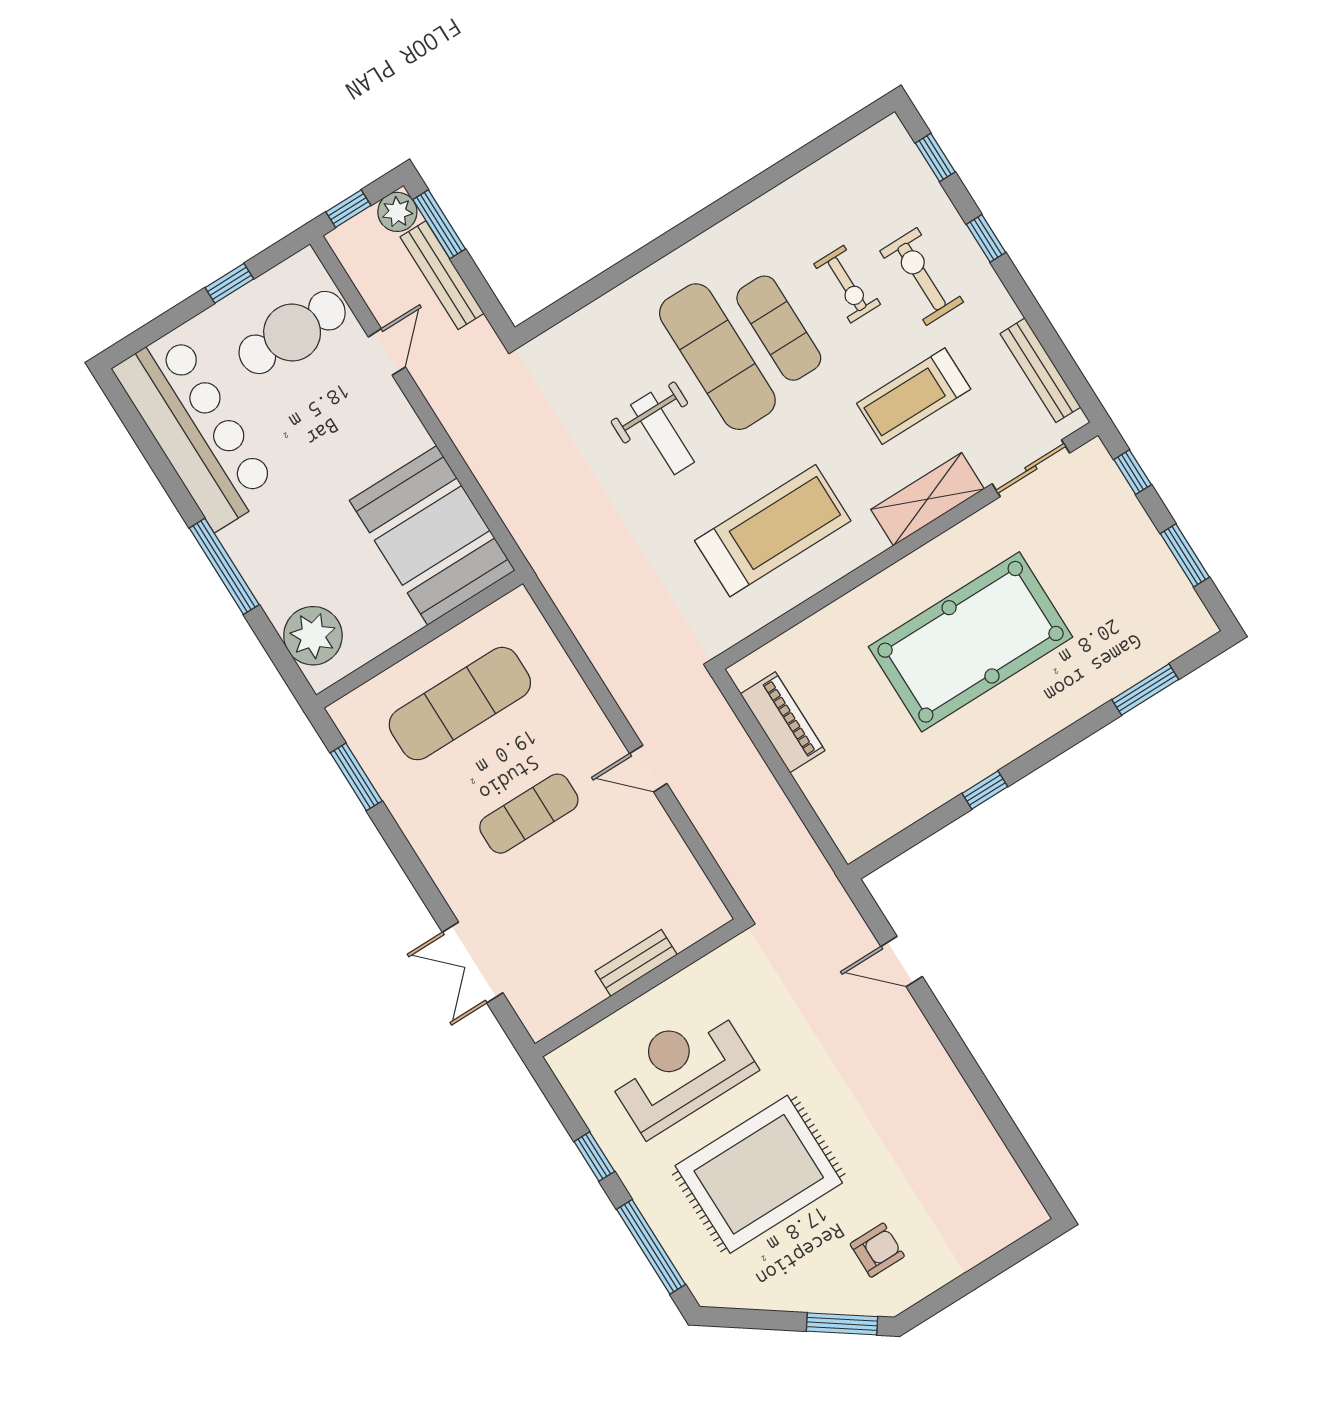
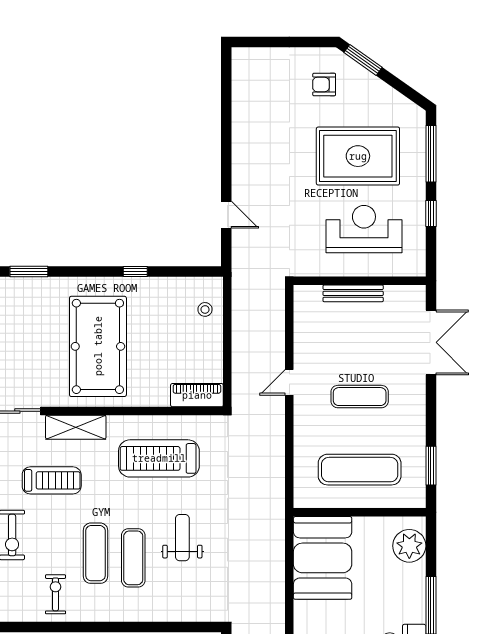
exercise bike: (847, 284) -> (56, 594), moved
exercise mat: (717, 357) -> (133, 558), width x0.73, depth x0.69
pool table: (971, 642) -> (98, 346), turned 90
piano: (783, 722) -> (197, 395), moved, turned 90
door: (648, 769) -> (289, 382), swing flipped
stool: (844, 799) -> (205, 309), added
double door: (473, 963) -> (431, 342), width x1.37
bench: (636, 963) -> (353, 293), width x1.36
reception desk: (681, 1070) -> (364, 229), turned 180

